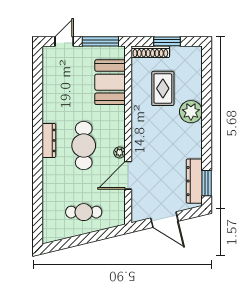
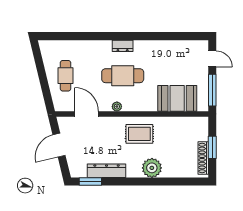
shoe rack: (150, 52) -> (203, 158), moved
rug: (163, 88) -> (139, 134), moved
dresser: (49, 140) -> (123, 46), width x0.70
door: (128, 175) -> (87, 114), moved
dresser: (194, 181) -> (107, 171), moved

